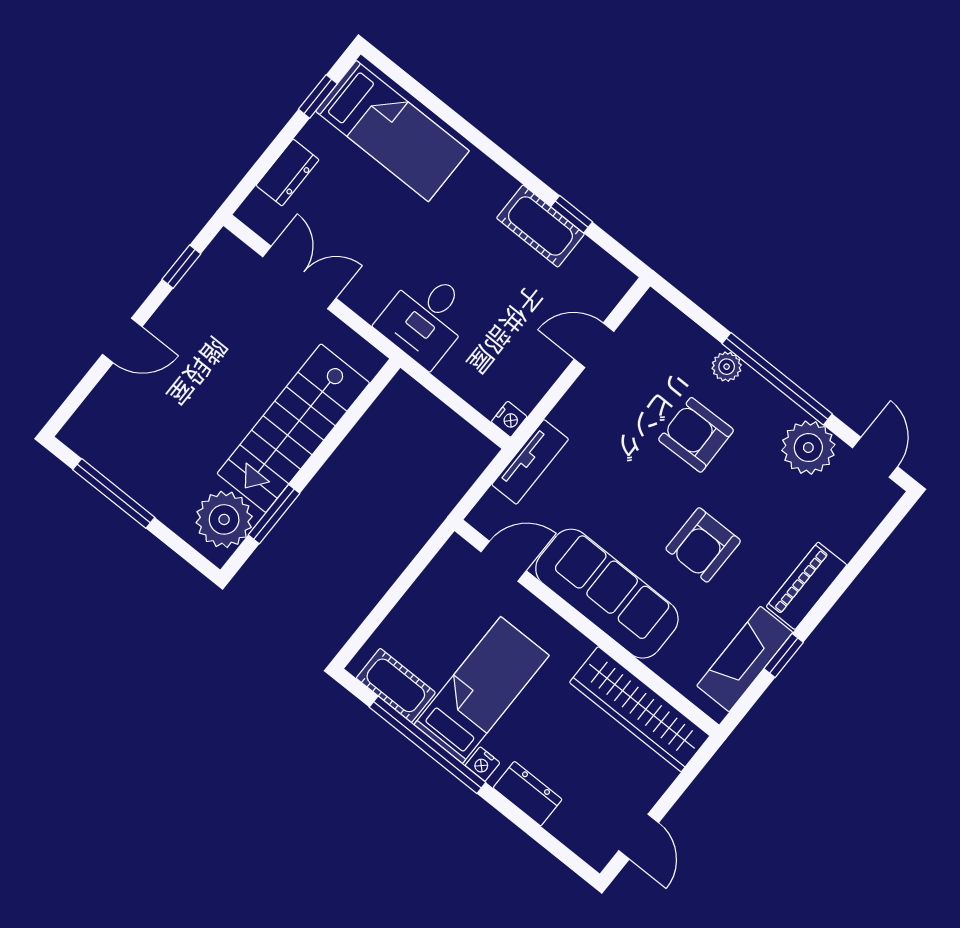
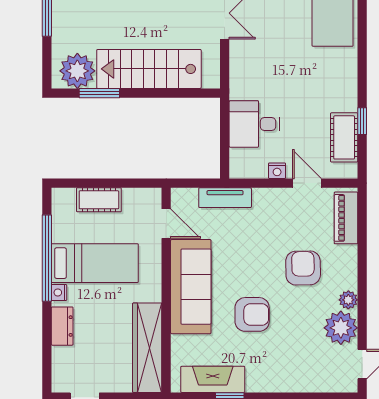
cot: (540, 226) -> (344, 137), moved
desk: (426, 318) -> (254, 124), moved
plant: (727, 367) -> (348, 300), moved
window: (777, 379) -> (362, 286), removed
nightstand: (509, 419) -> (277, 171), moved
armchair: (703, 545) -> (252, 314), turned 180
piano: (806, 586) -> (346, 218), moved, turned -90
cot: (396, 685) -> (99, 200), moved, turned 90

